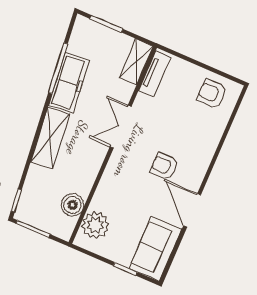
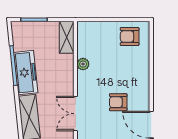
tv unit: (155, 74) -> (83, 40), removed
plant: (142, 102) -> (83, 64), added
double door: (121, 127) -> (75, 114), moved

